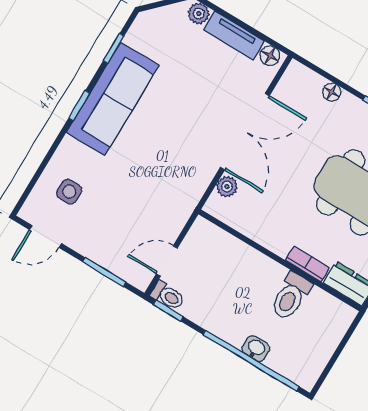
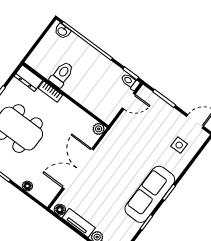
plant: (227, 187) -> (99, 129), moved
washbasin: (256, 348) -> (62, 31), moved

